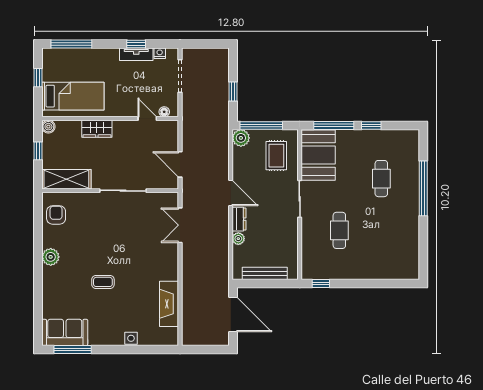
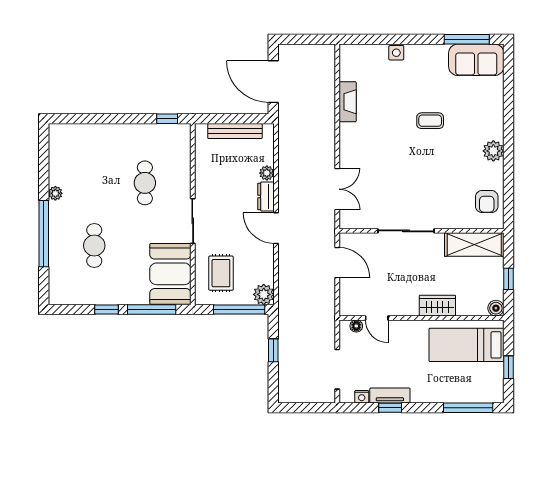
plant: (414, 222) -> (55, 193), added
fireplace: (169, 304) -> (348, 102), width x0.73, depth x0.76

